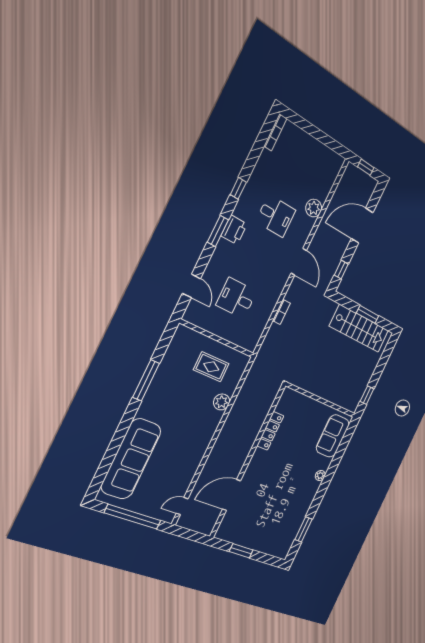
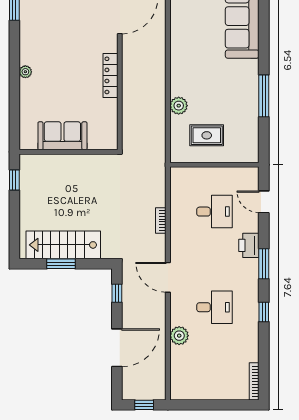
desk: (276, 216) -> (214, 307), turned 180
printer: (234, 230) -> (249, 245), moved
locker: (270, 431) -> (111, 75), moved
sofa: (333, 436) -> (62, 136), moved, turned -90

